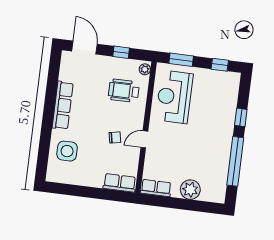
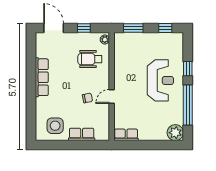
reception desk: (174, 97) -> (160, 80), moved, turned 180
side table: (67, 151) -> (55, 126), moved
row of seats: (120, 183) -> (82, 134), moved
plant: (190, 190) -> (175, 133), moved

